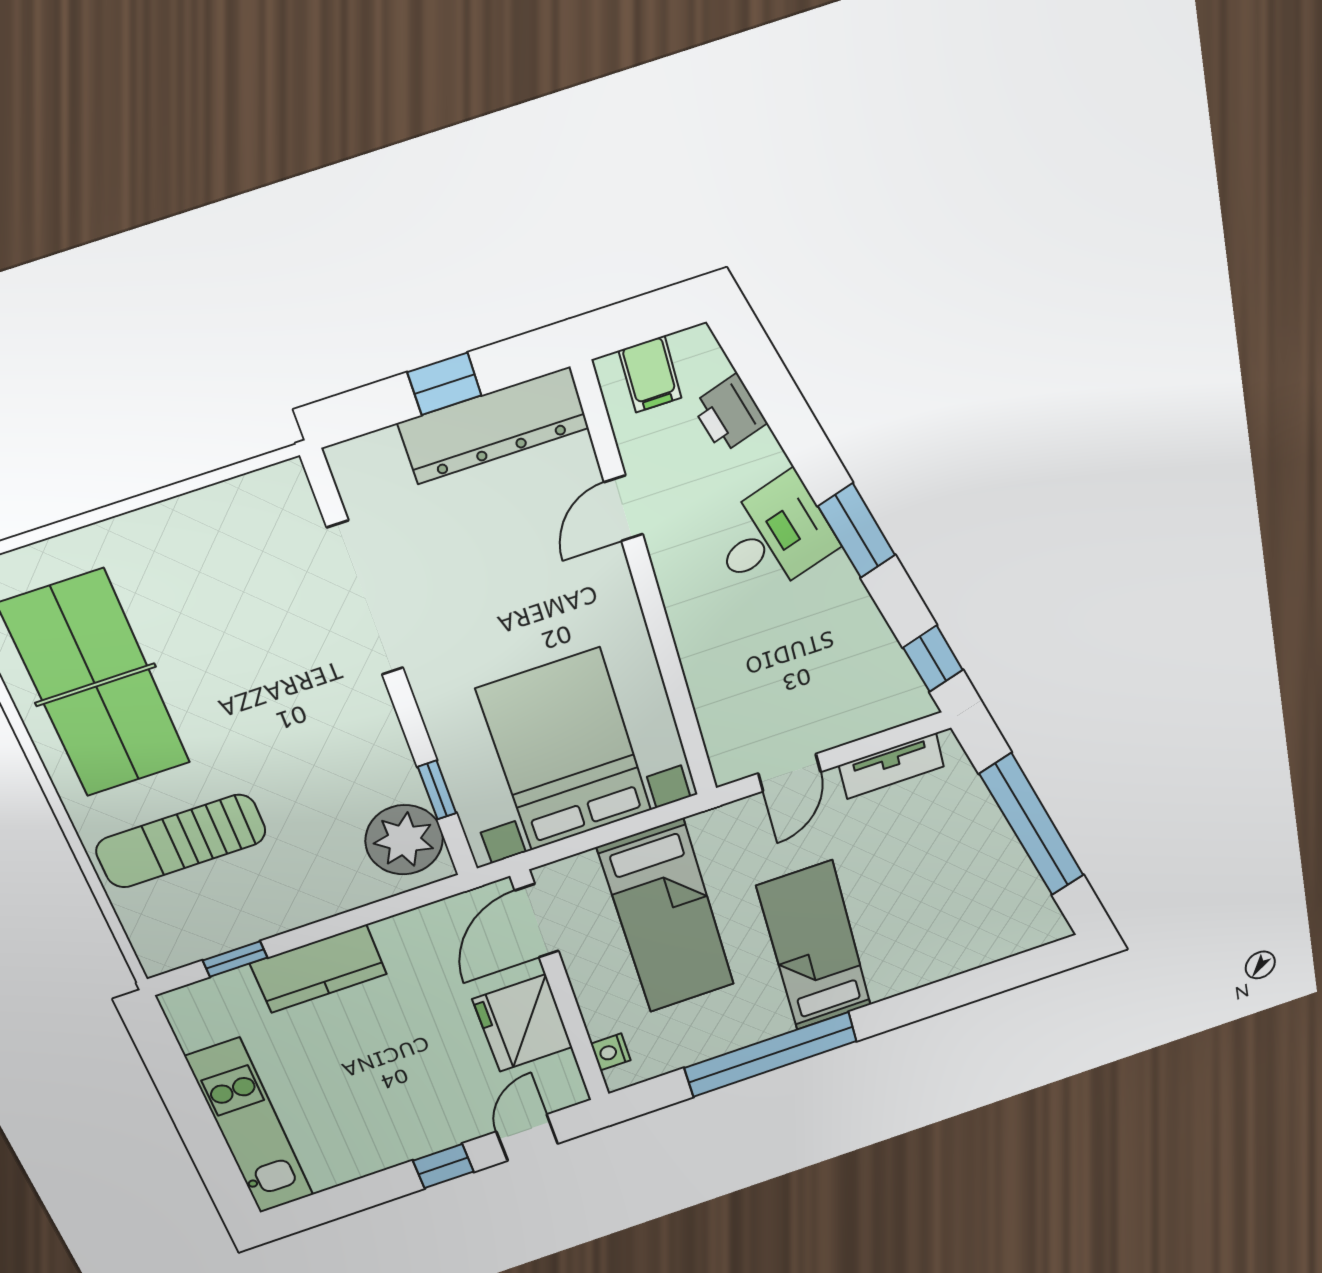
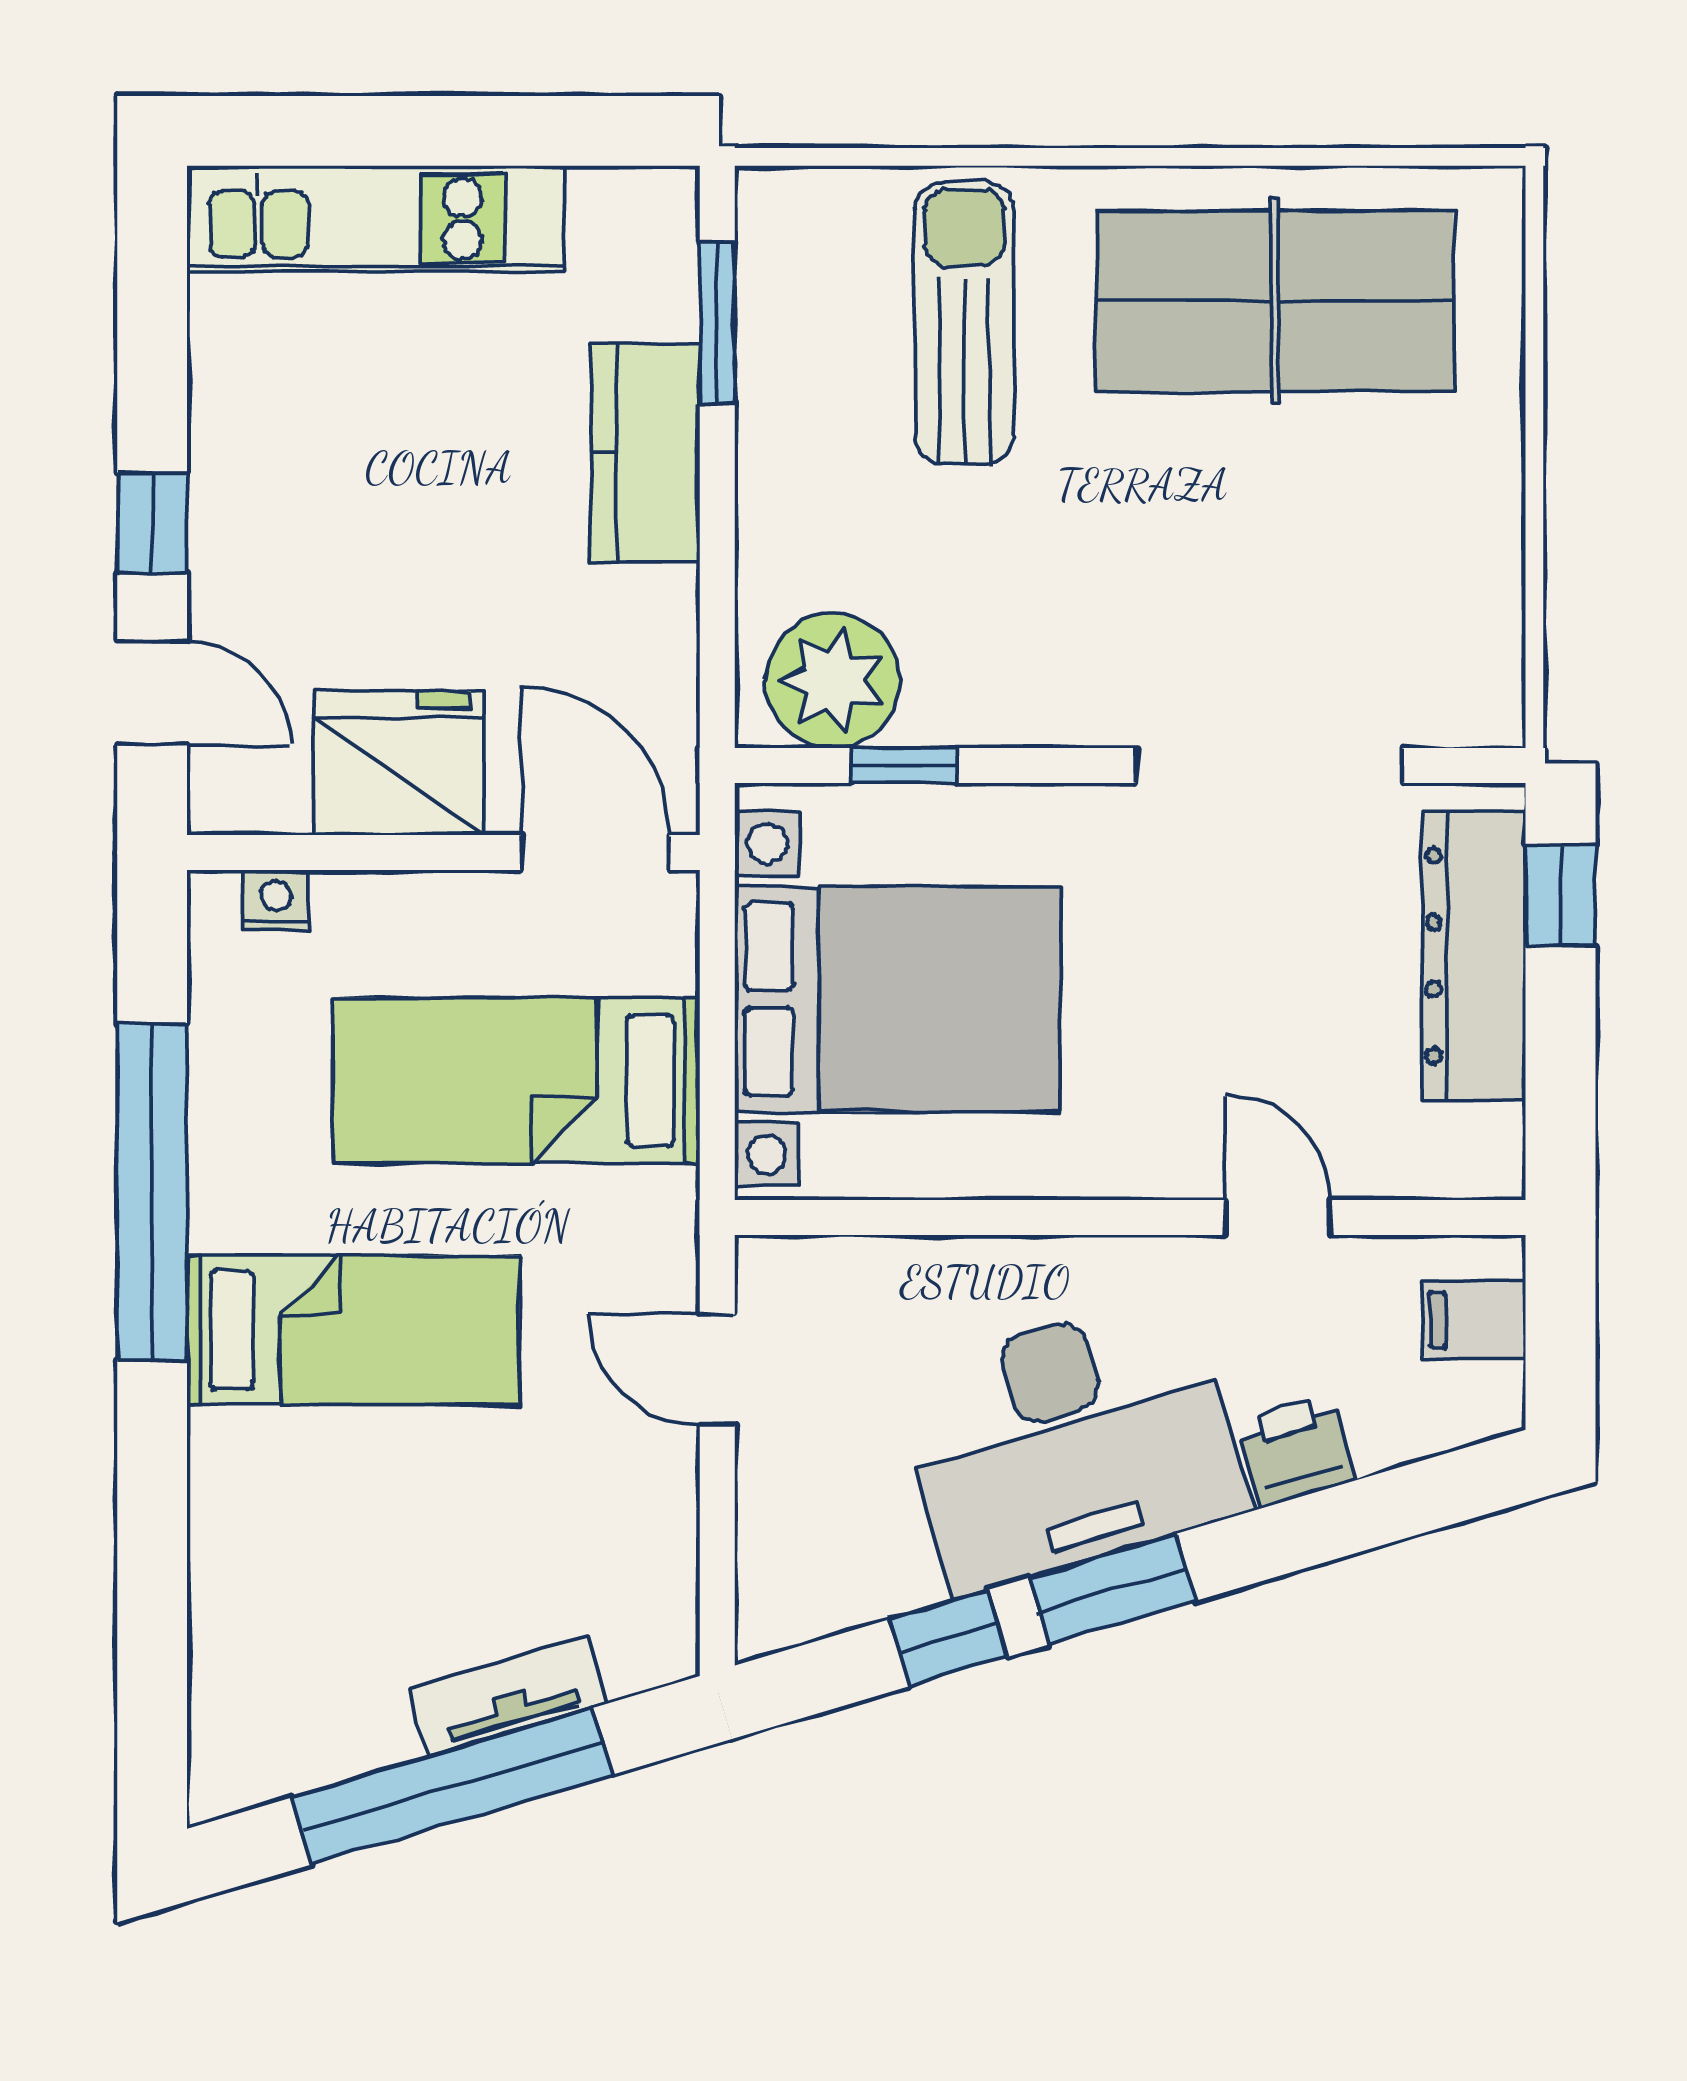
window: (445, 384) -> (1561, 895), moved
printer: (729, 414) -> (1296, 1451), moved
dresser: (494, 426) -> (1474, 956), moved
desk: (773, 537) -> (1071, 1443), width x1.87, depth x1.30
window: (933, 659) -> (948, 1638), moved
tv unit: (891, 766) -> (507, 1696), moved, turned 73
window: (235, 959) -> (717, 323), width x1.50

